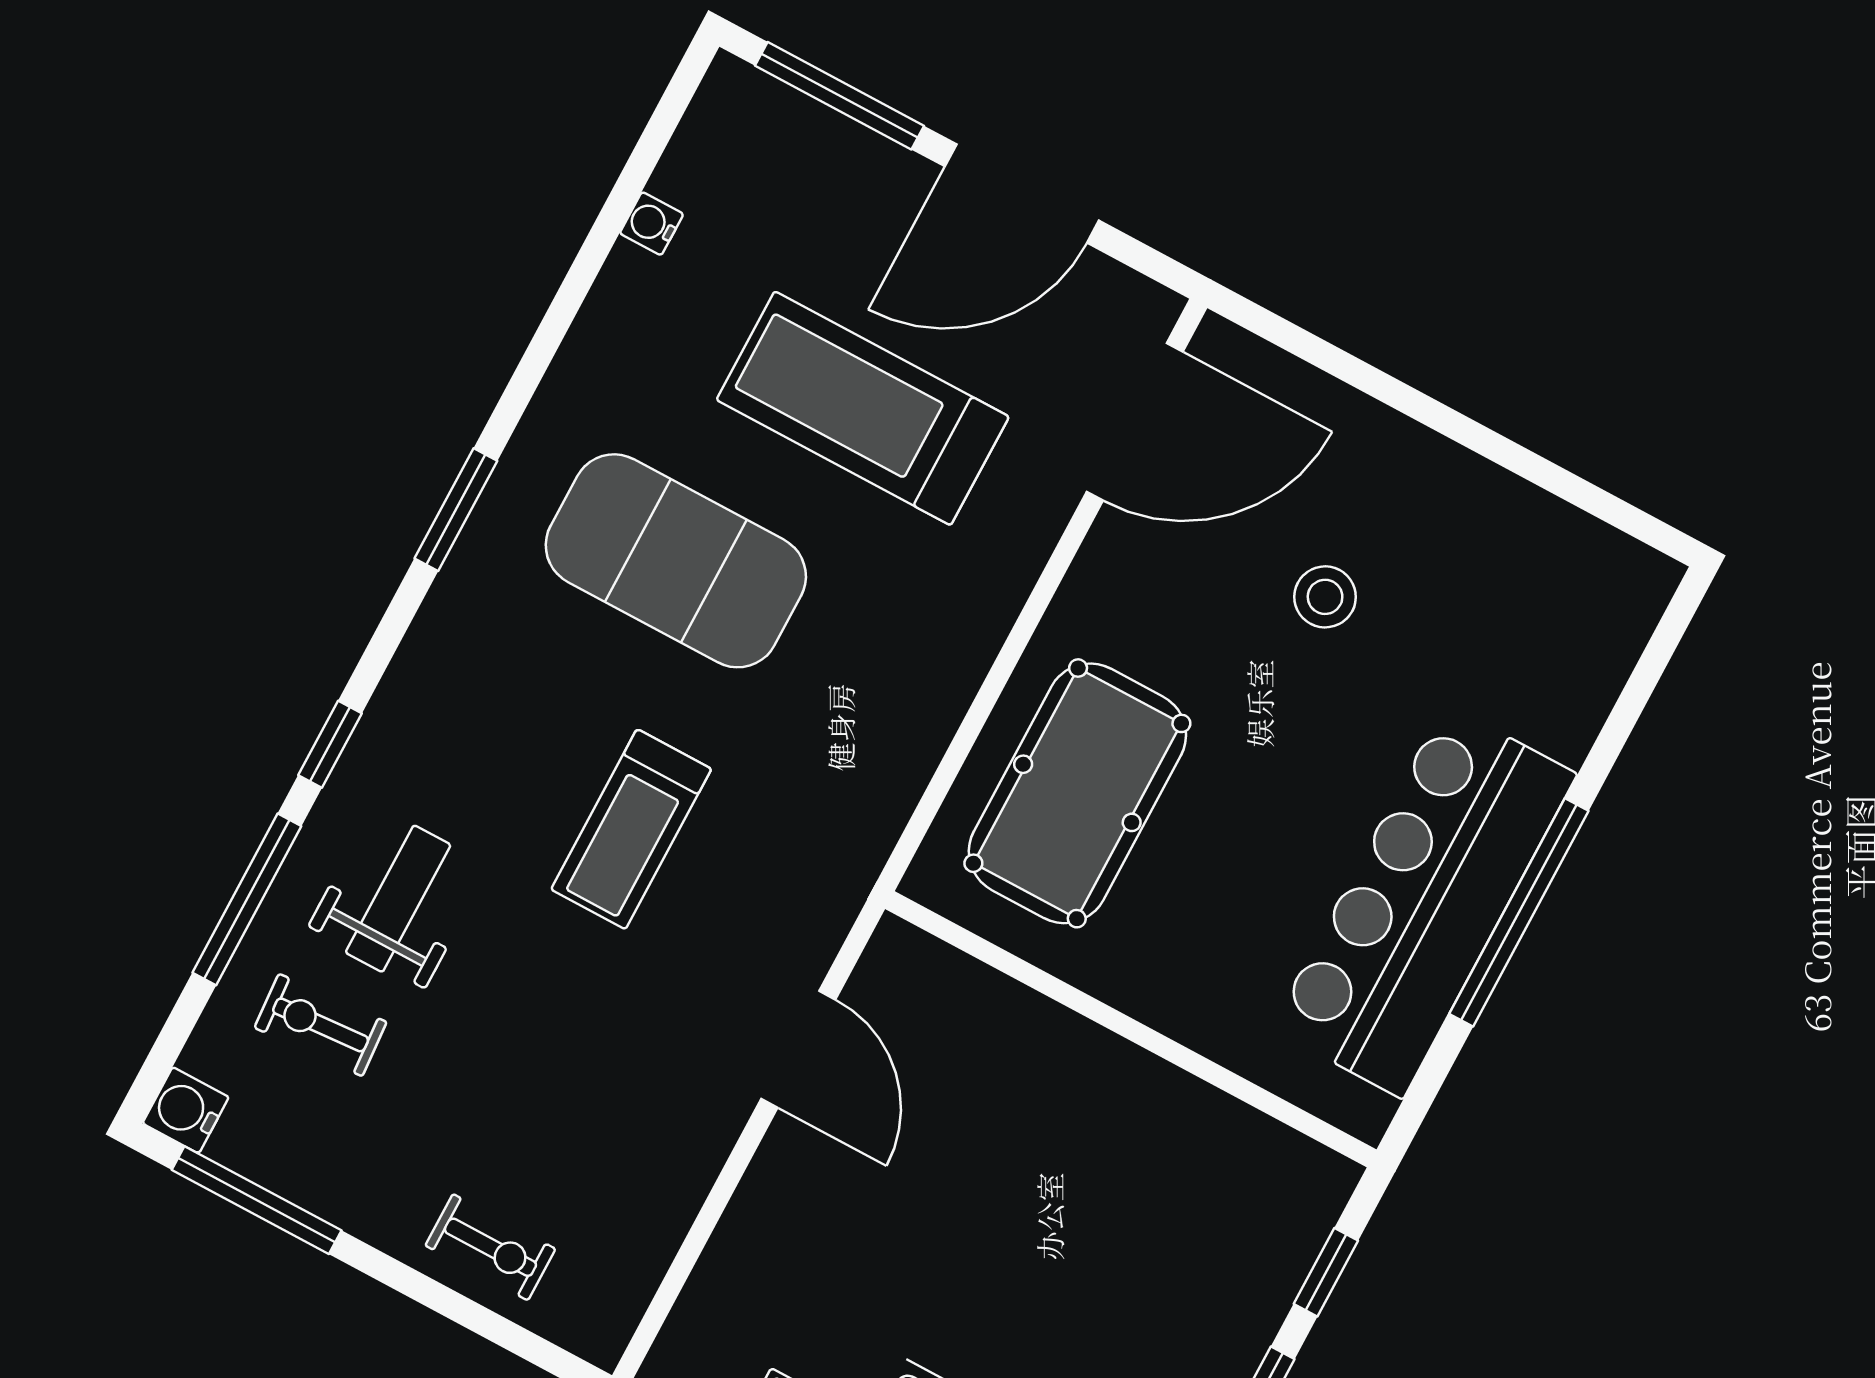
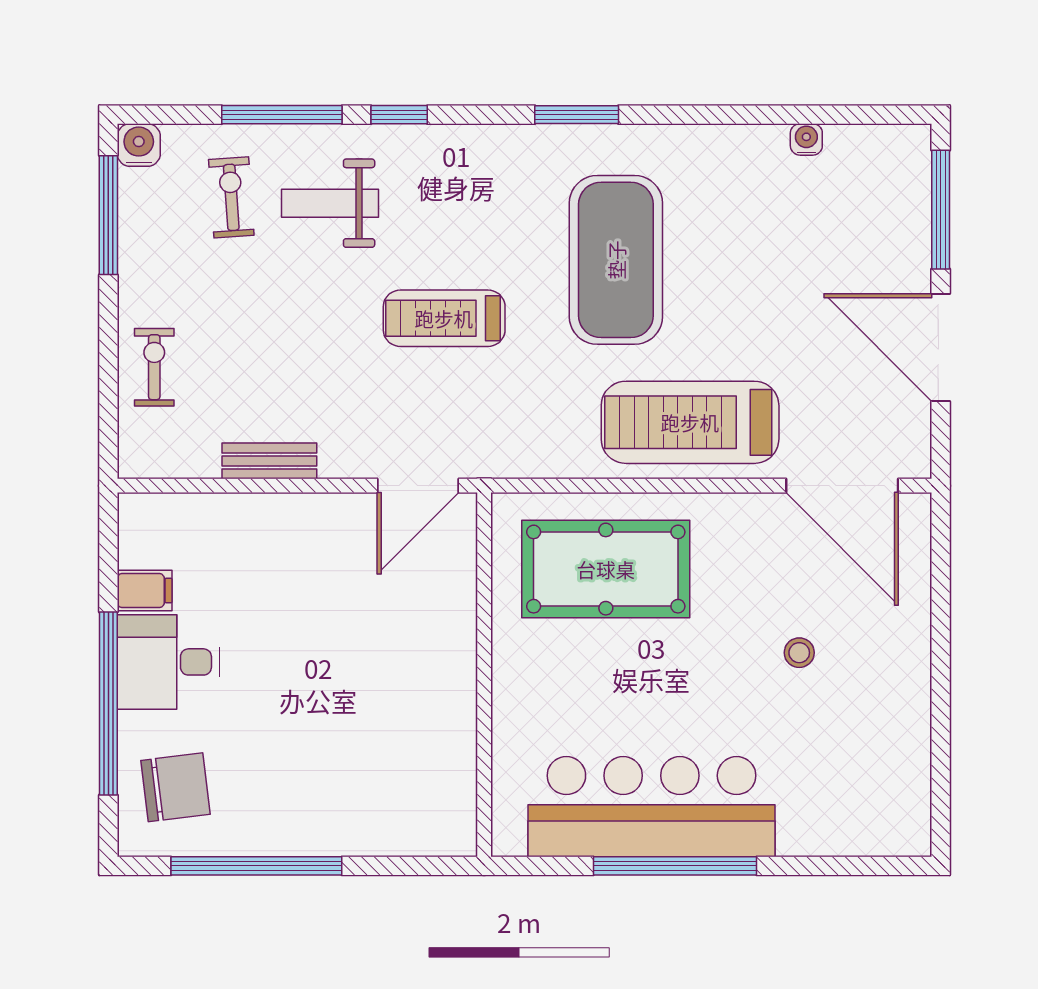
treadmill: (863, 408) -> (690, 422), moved, turned -90
stool: (1325, 597) -> (799, 653), width x0.73, depth x0.73
weight bench: (398, 899) -> (330, 203), turned 180
door: (798, 1049) -> (418, 486), moved
bench: (696, 1161) -> (269, 461), added
exercise bike: (490, 1247) -> (154, 367), turned 180
window: (1326, 1272) -> (403, 866), removed

